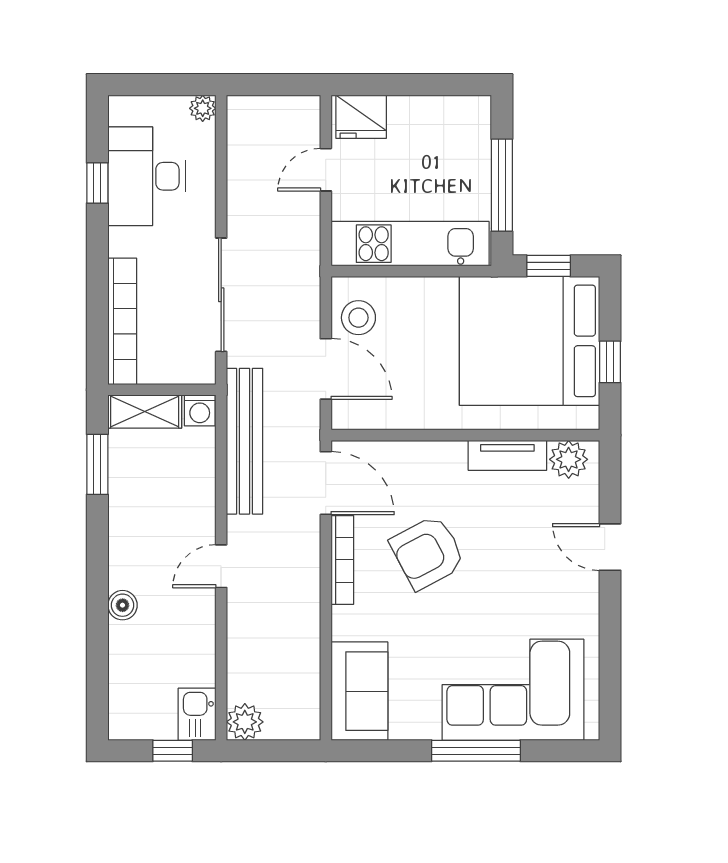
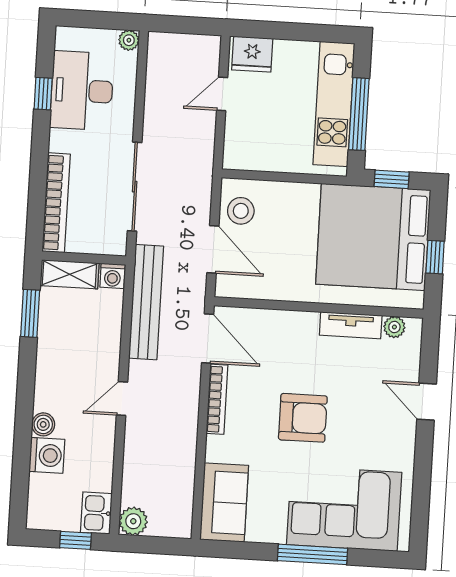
kitchen unit: (410, 244) -> (334, 104), moved, turned -90
plant: (569, 459) -> (394, 327), width x0.73, depth x0.73
armchair: (428, 552) -> (303, 418), moved, turned -152
washing machine: (130, 644) -> (47, 455), added

